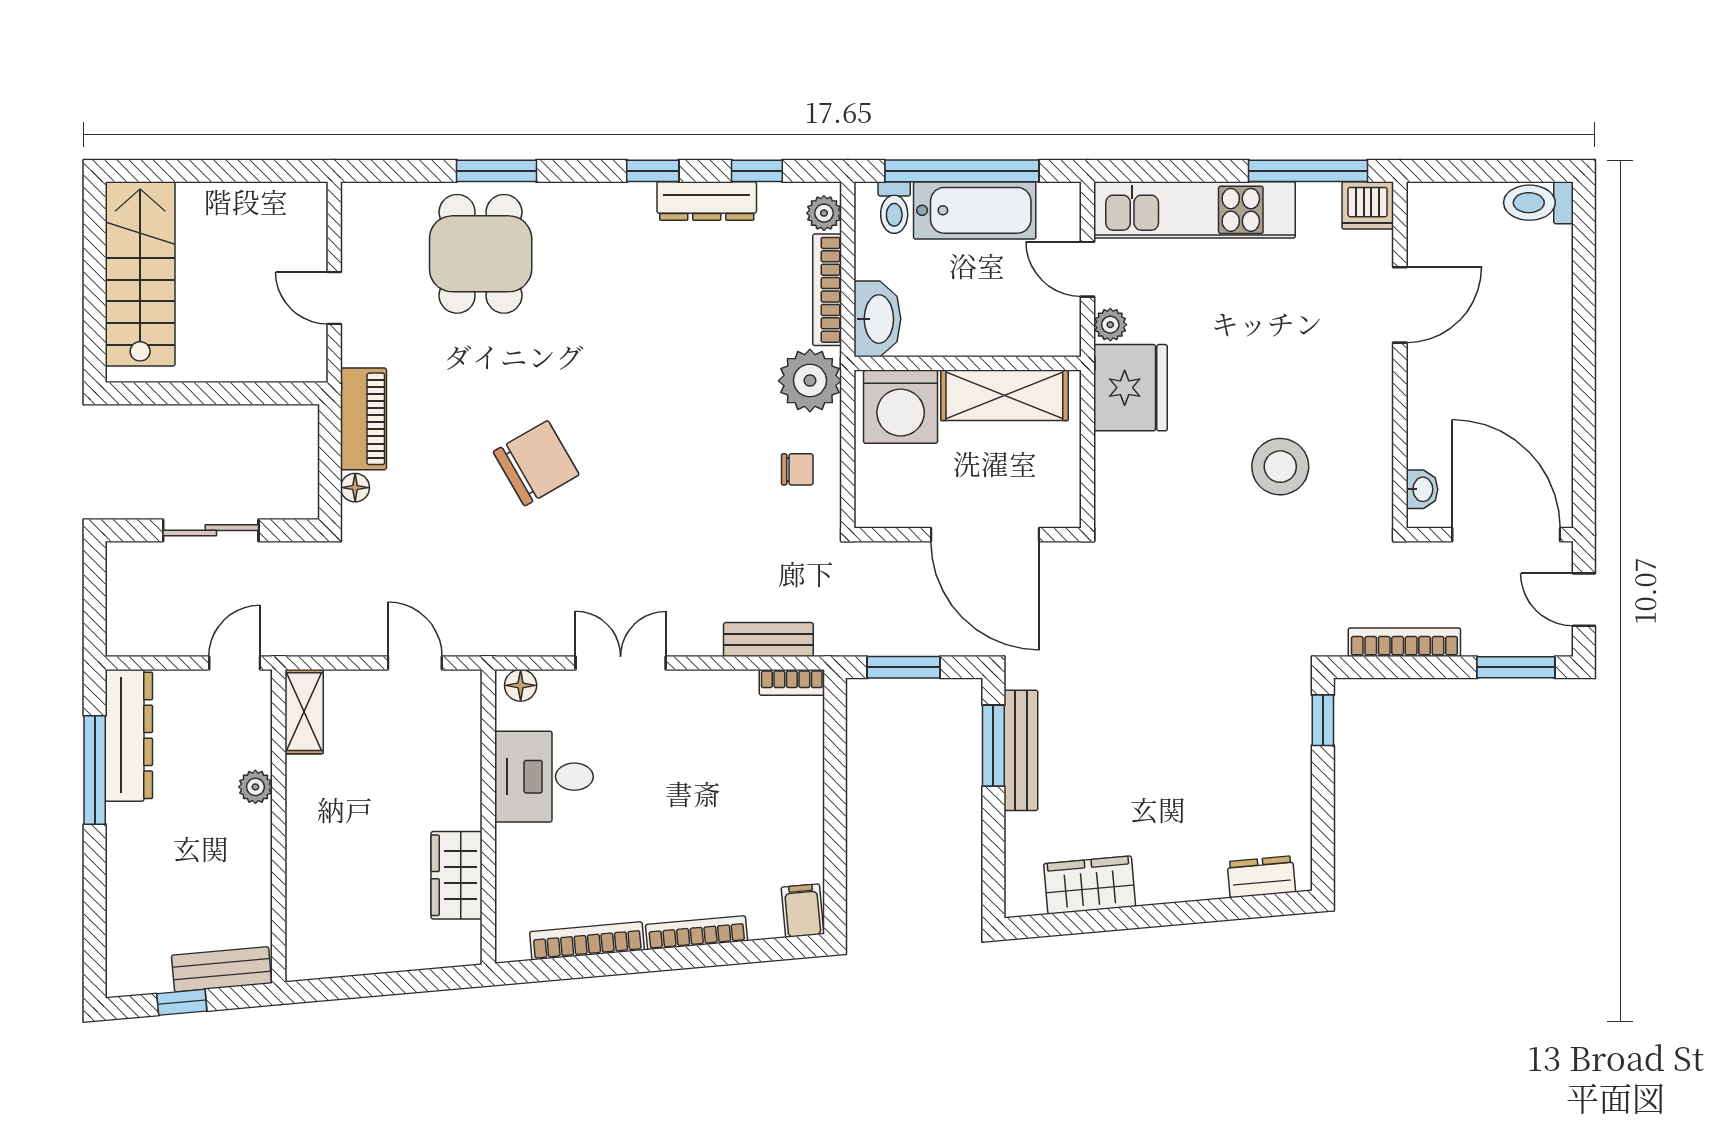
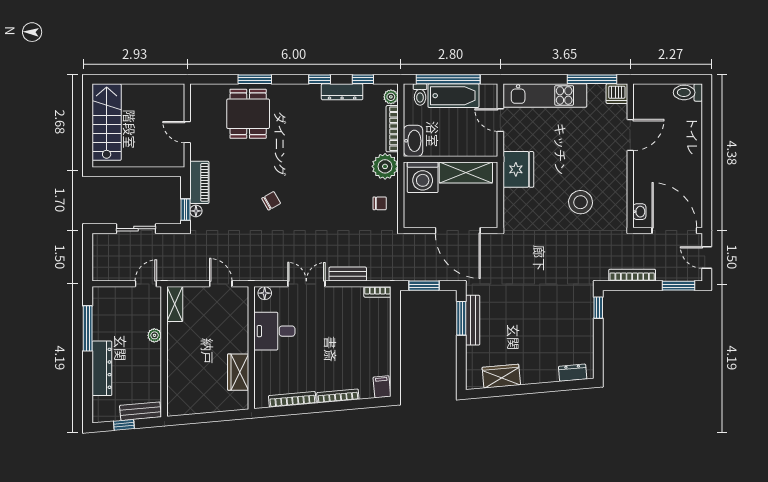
plant: (1110, 325) -> (510, 143), removed
chair: (536, 463) -> (271, 201), width x0.54, depth x0.54
window: (330, 484) -> (185, 210), added
bench: (768, 639) -> (348, 274), moved
dresser: (129, 735) -> (102, 368), moved

